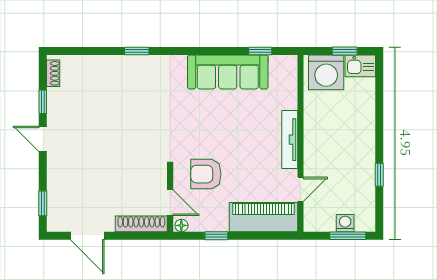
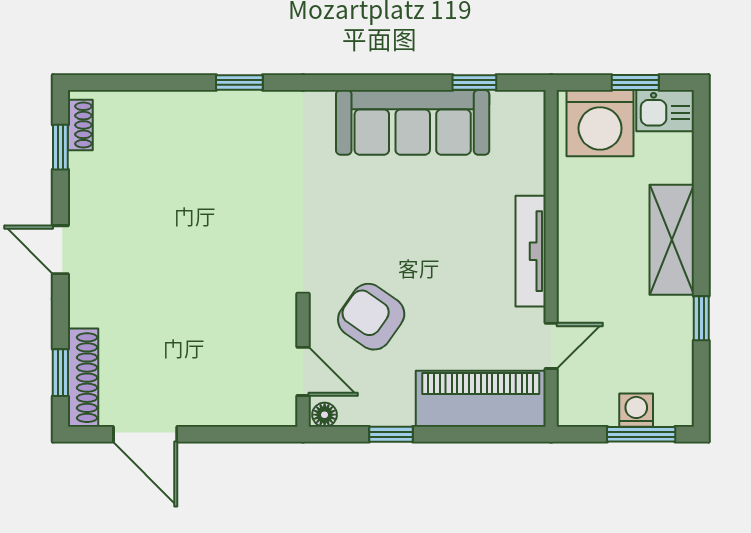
window: (43, 102) -> (60, 147), moved
shelving: (364, 134) -> (672, 240), added
armchair: (206, 174) -> (371, 317), turned 35
shoe rack: (141, 224) -> (83, 378), moved, turned 90

